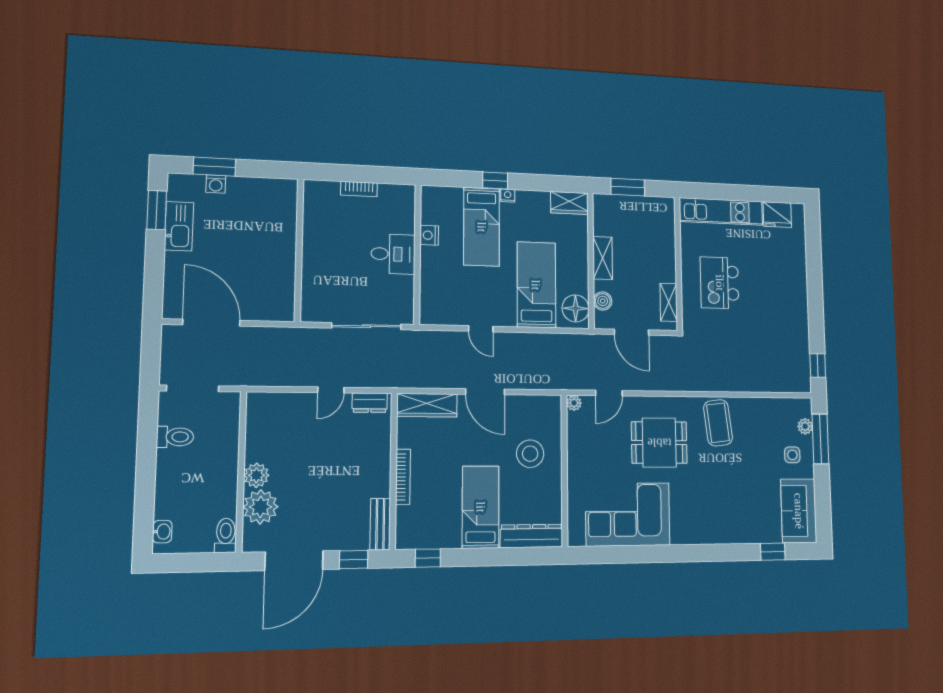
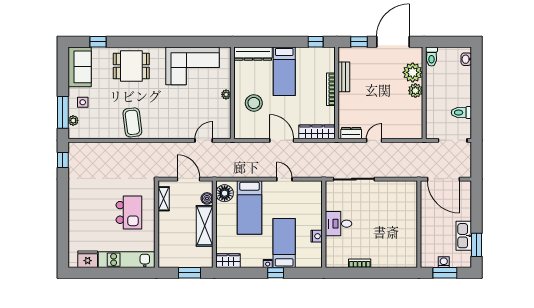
wall: (299, 250) -> (419, 224), moved
shelving: (603, 258) -> (205, 226), width x1.50, depth x1.33
plant: (574, 403) -> (226, 94), moved
dining table: (659, 443) -> (131, 66), moved
bench: (380, 524) -> (344, 77), moved

